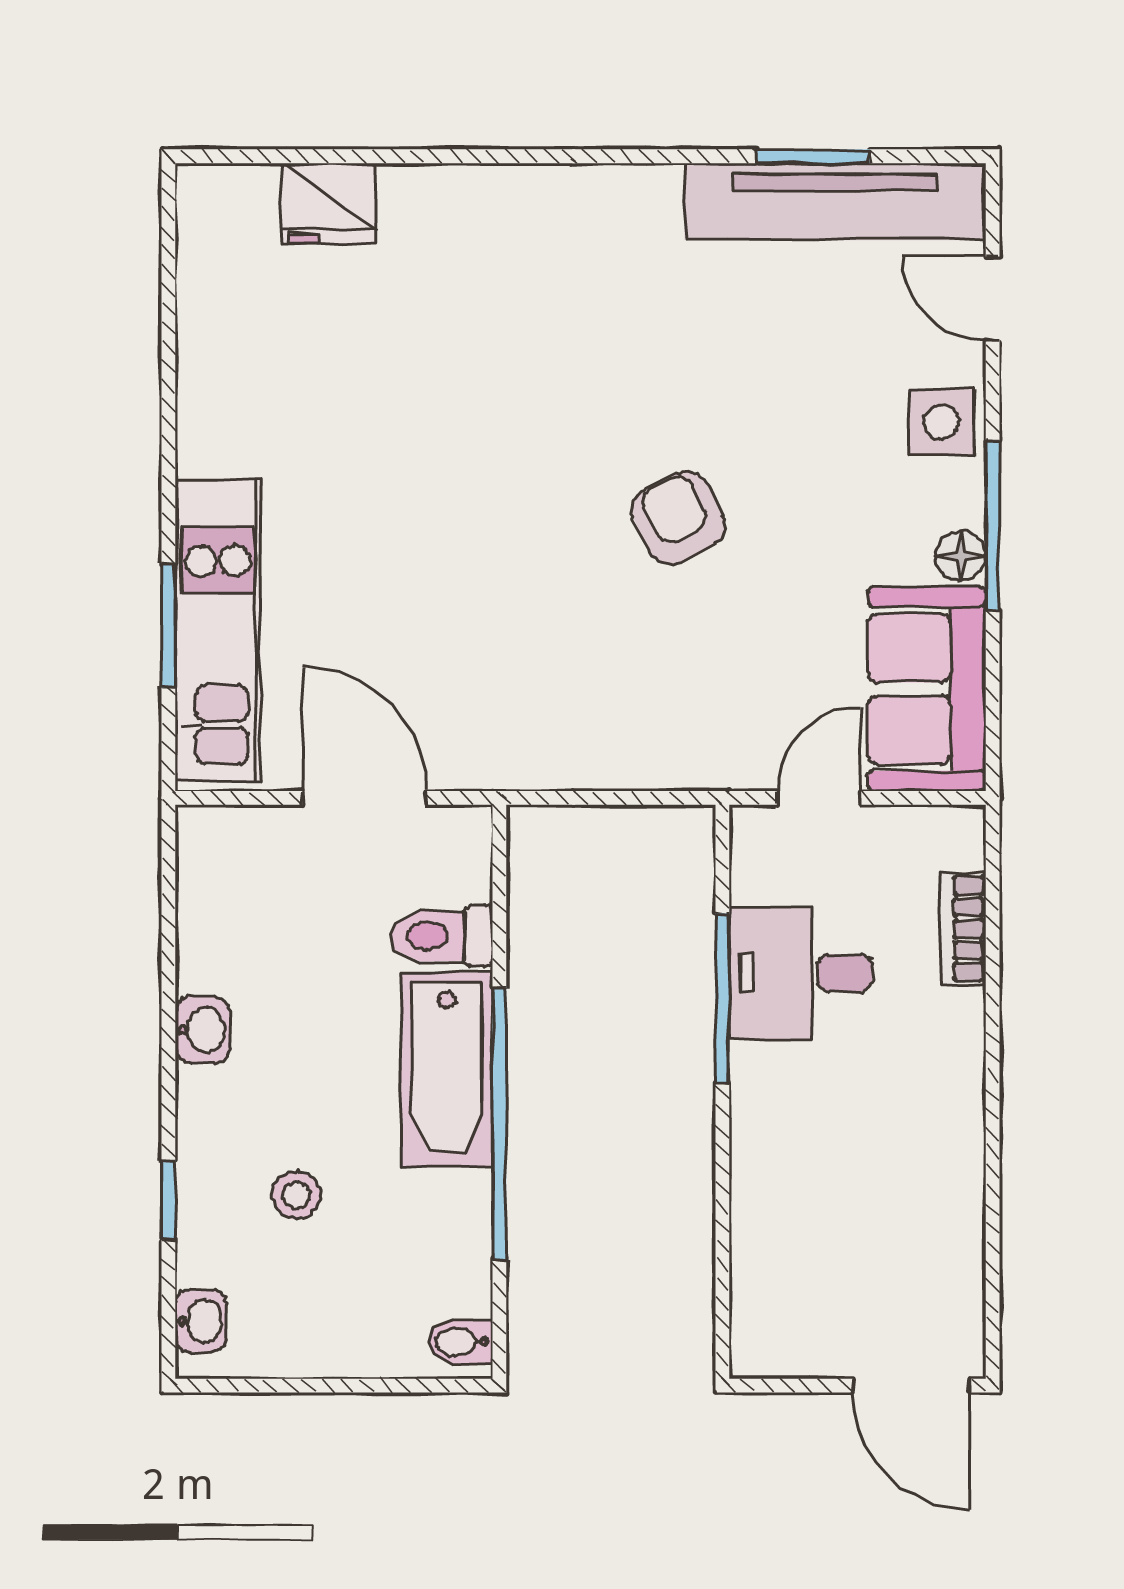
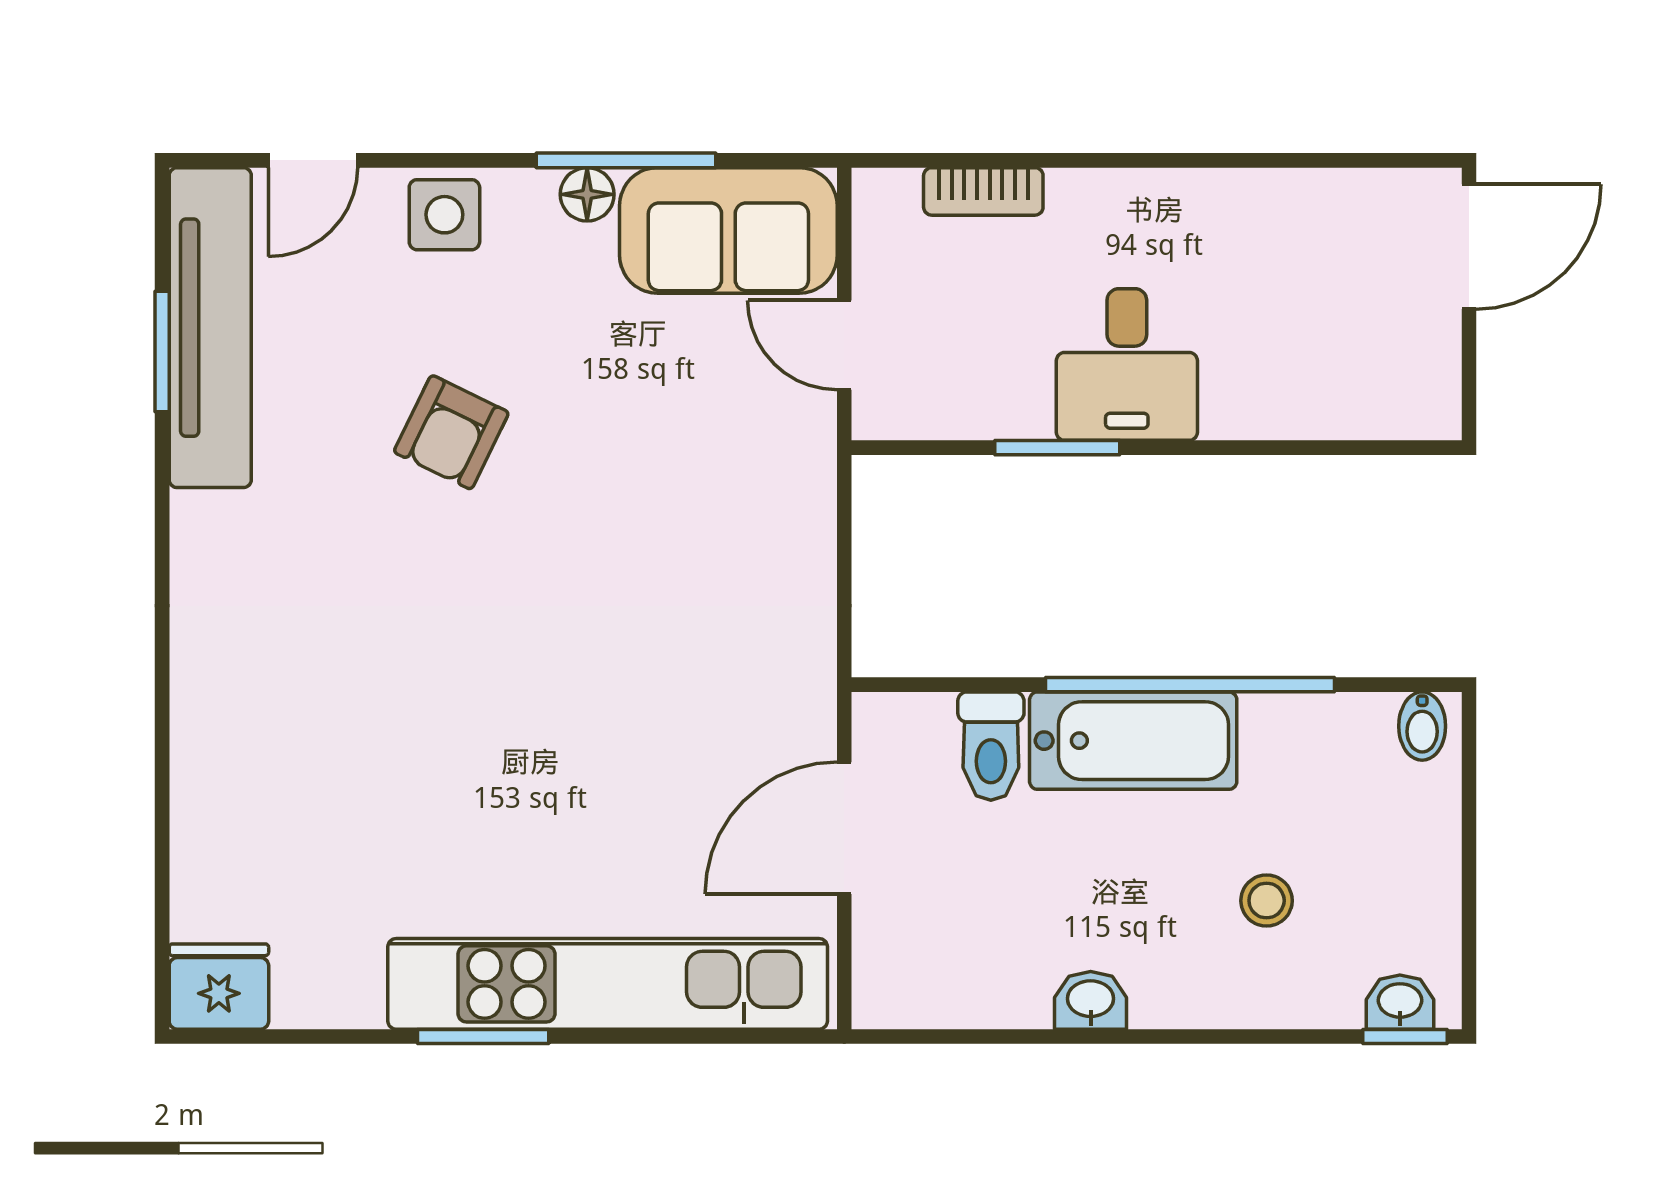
fridge: (328, 203) -> (219, 987), moved, turned -90
armchair: (678, 518) -> (451, 432), moved, turned -39
window: (993, 526) -> (626, 160), moved
window: (168, 626) -> (483, 1036), moved
kitchen unit: (218, 630) -> (608, 984), width x1.36
desk: (801, 973) -> (1127, 365), moved
window: (722, 998) -> (1057, 448), width x0.69
window: (168, 1200) -> (1405, 1036), moved

